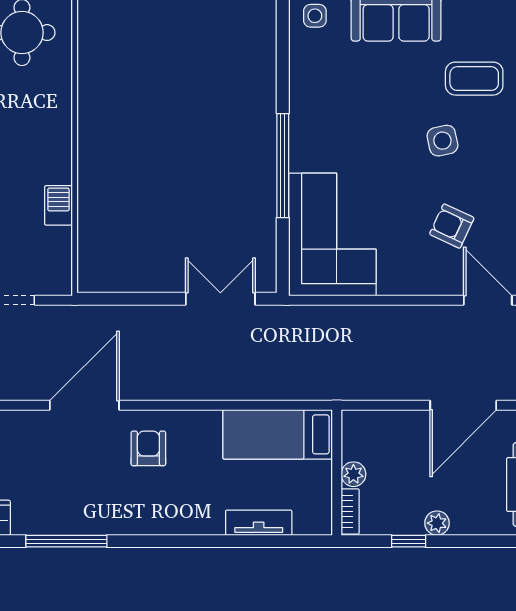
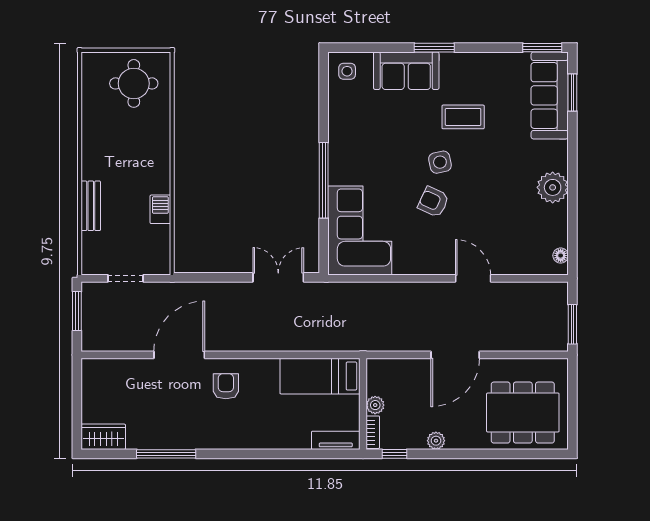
armchair: (452, 226) -> (433, 202), moved
tv unit: (259, 523) -> (336, 440), moved
window: (409, 541) -> (394, 454), moved

